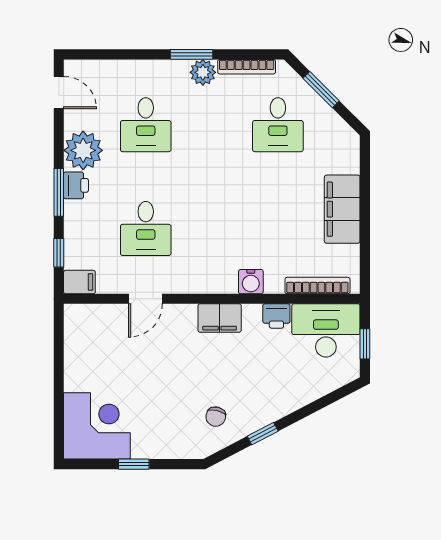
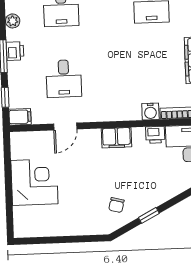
plant: (83, 150) -> (13, 21), width x0.53, depth x0.53
water cooler: (251, 282) -> (150, 112), moved
corner desk: (97, 426) -> (34, 182), moved
window: (134, 464) -> (62, 240), removed

